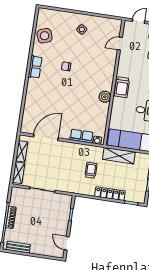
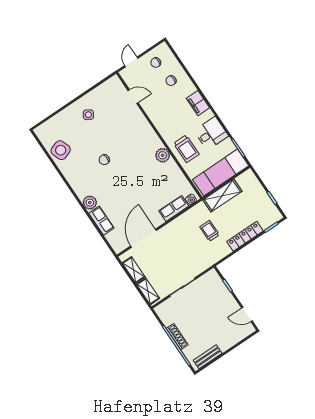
door: (120, 44) -> (133, 97), swing flipped
row of seats: (35, 67) -> (101, 221), moved
plant: (33, 85) -> (90, 203), added
trolley: (122, 87) -> (186, 149), moved

